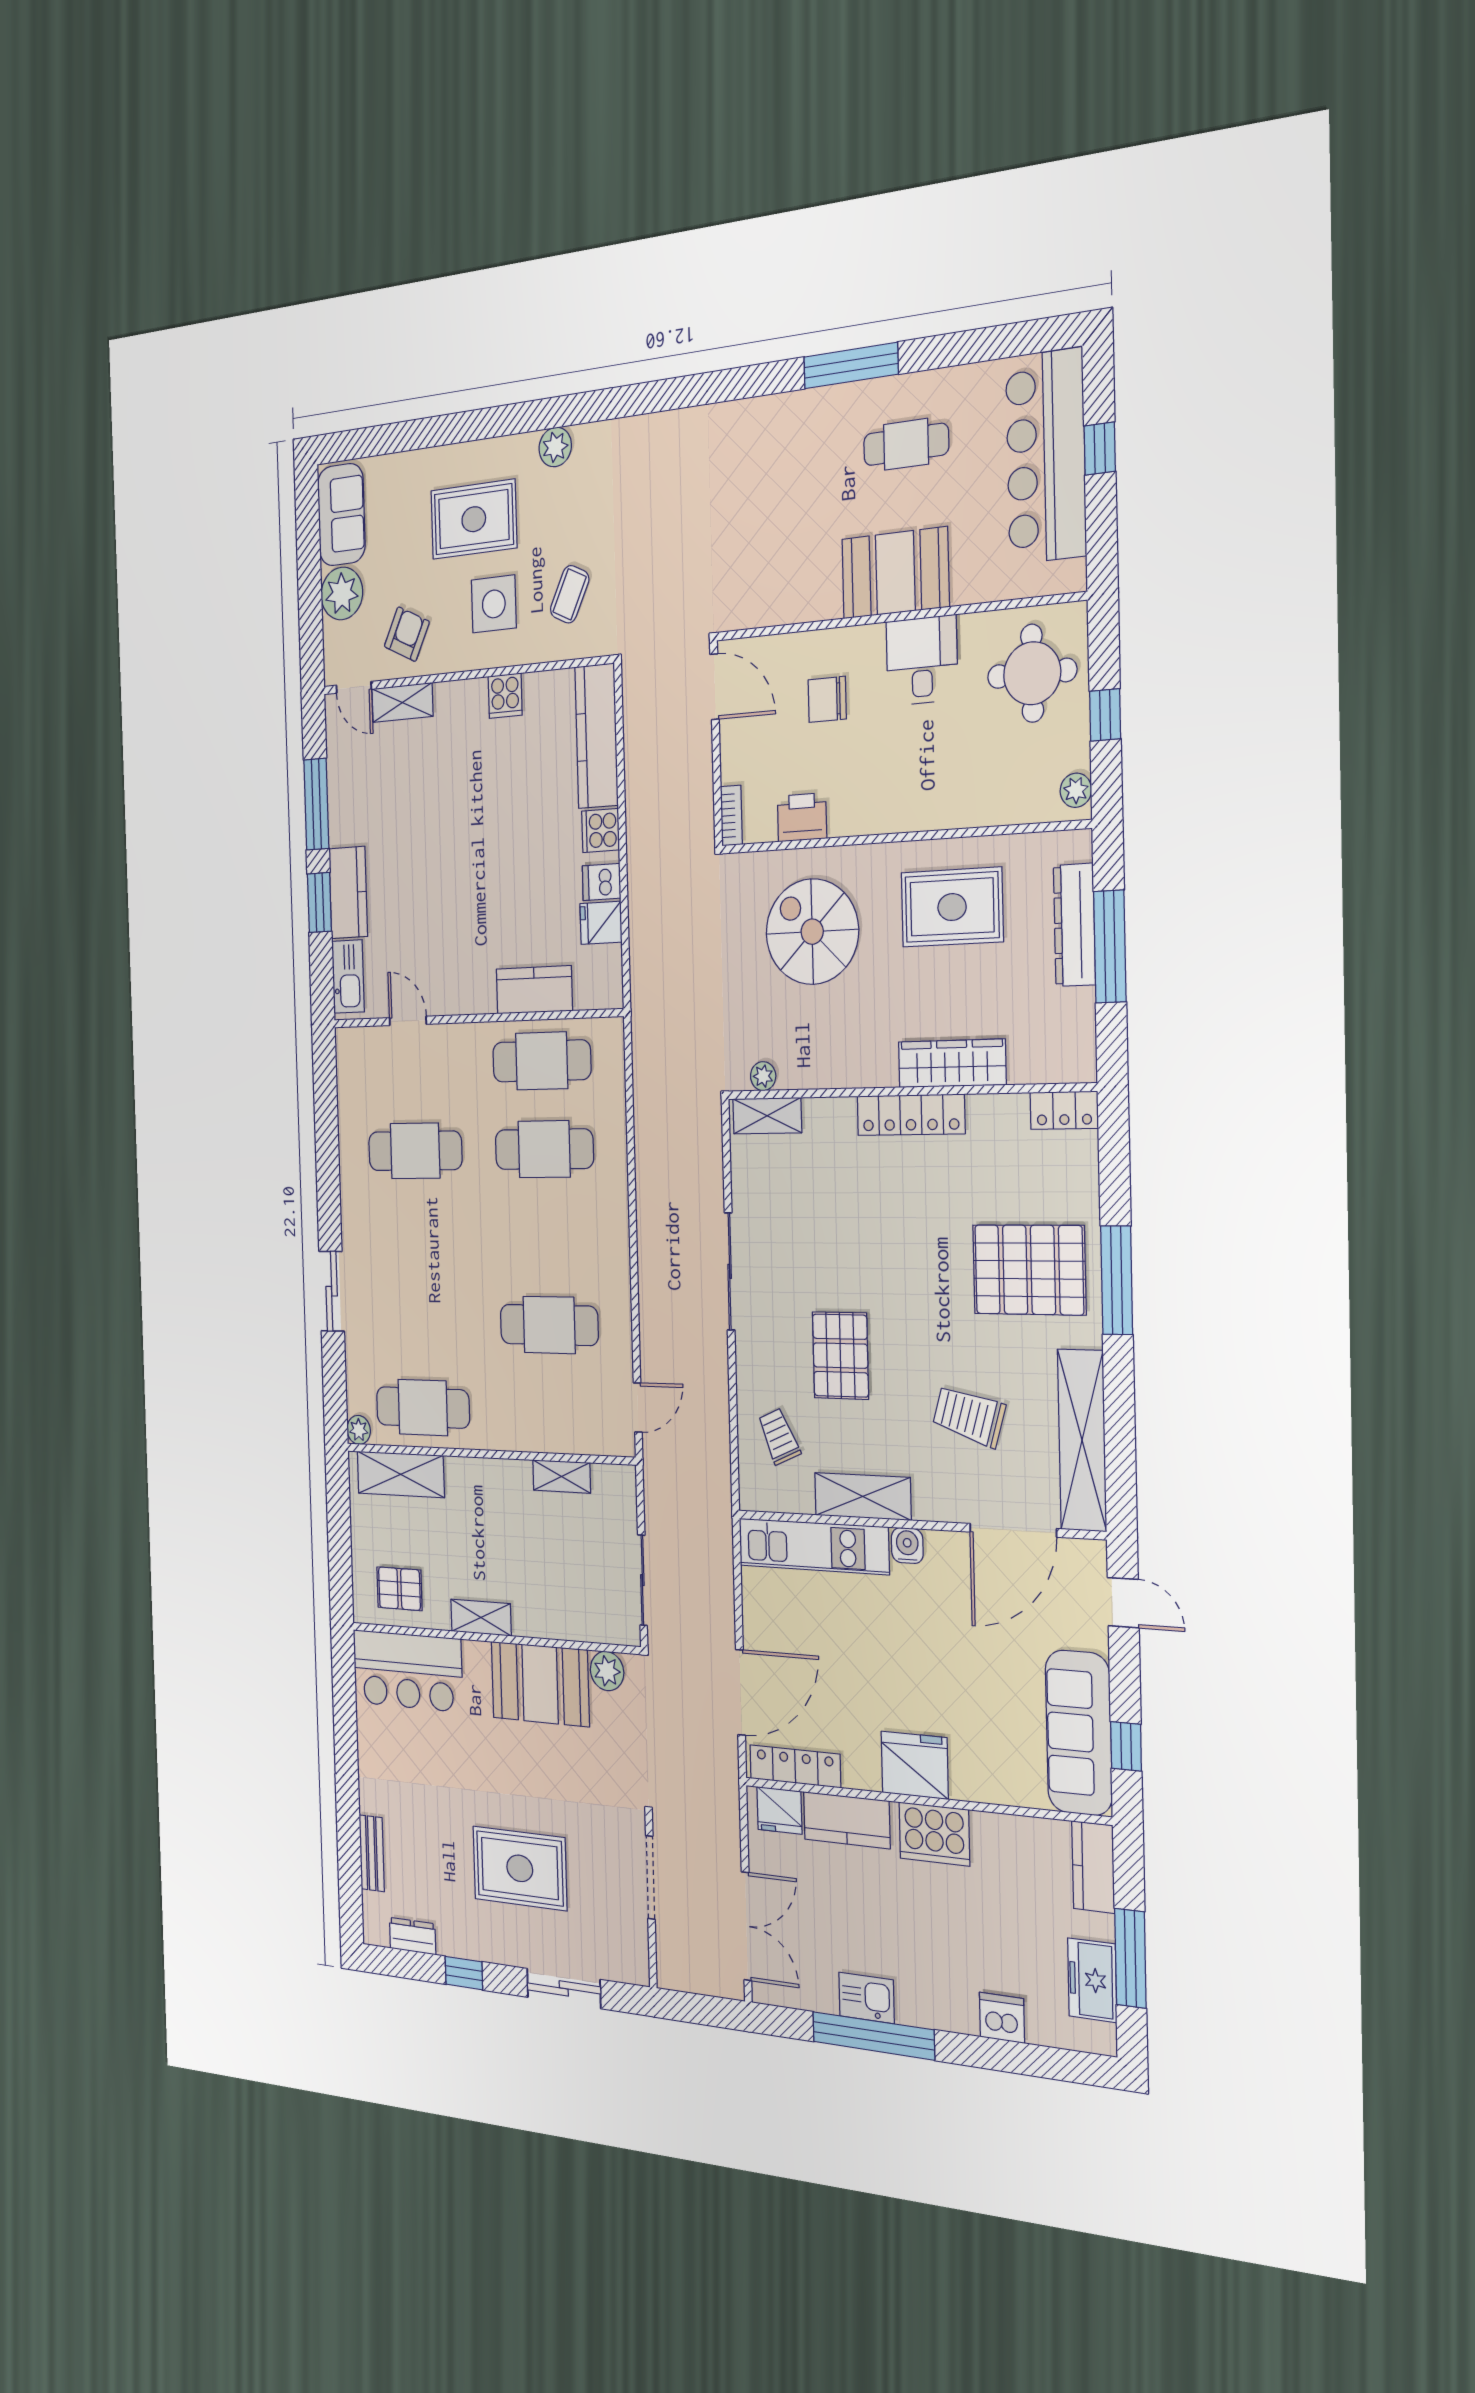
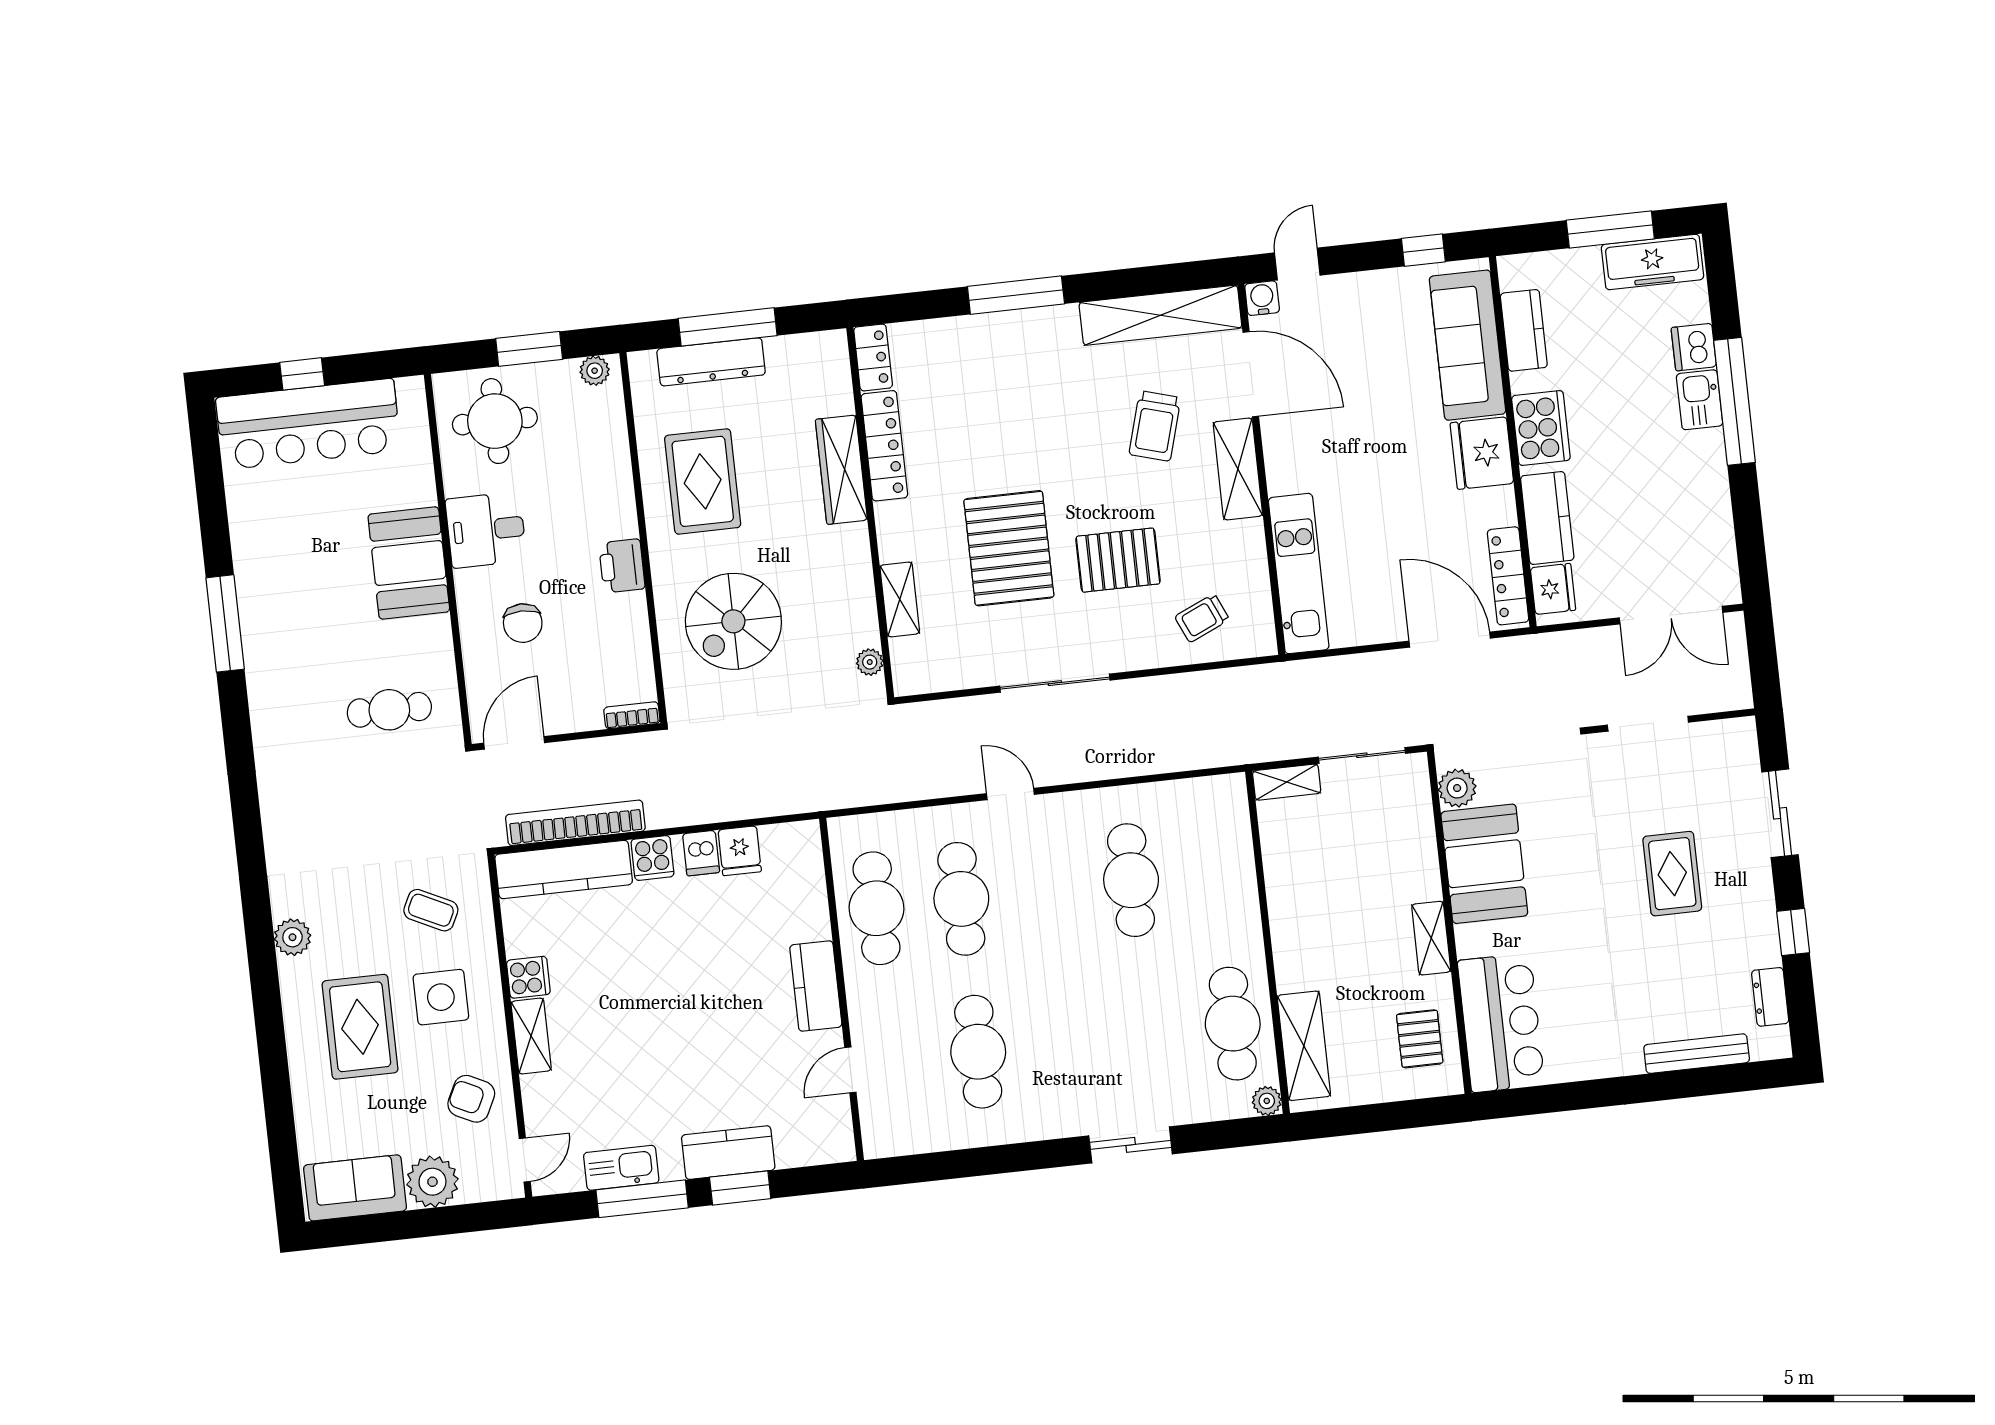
cafe table: (906, 444) -> (389, 710), moved, turned 90
shelving: (402, 703) -> (531, 1036), moved
window: (1105, 715) -> (529, 349), width x1.50
bookcase: (637, 750) -> (575, 823), added
printer: (802, 817) -> (622, 566), moved
kitchen sink: (348, 977) -> (621, 1168), moved
kitchen counter: (534, 990) -> (816, 986), moved
locker: (911, 1115) -> (884, 446), moved
shelving: (767, 1116) -> (900, 599), moved
pallet: (1029, 1270) -> (1009, 548), moved
door: (638, 1407) -> (1010, 794), moved
shelving: (562, 1476) -> (1287, 782), moved, turned 90
shelving: (863, 1496) -> (1238, 469), moved
water cooler: (907, 1546) -> (1262, 298), moved, turned 90
sofa: (1079, 1733) -> (1468, 345), moved, turned 90
bench: (372, 1853) -> (1697, 1054), width x1.36
kitchen counter: (1093, 1867) -> (1524, 330), moved, turned -90
rug: (520, 1868) -> (1672, 874), width x0.73, depth x0.70
double door: (746, 1926) -> (1671, 615), swing flipped
freezer: (1092, 1980) -> (1652, 262), width x1.40
kitchen sink: (866, 1998) -> (1700, 400), moved
window: (873, 2036) -> (1735, 401), moved

